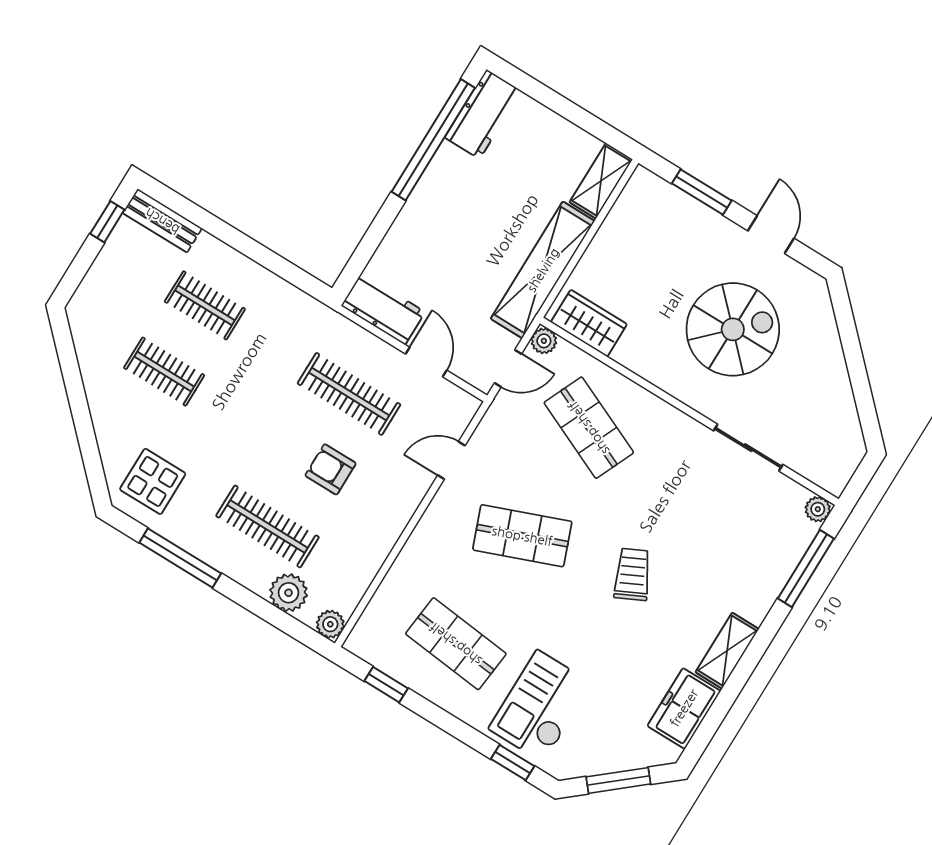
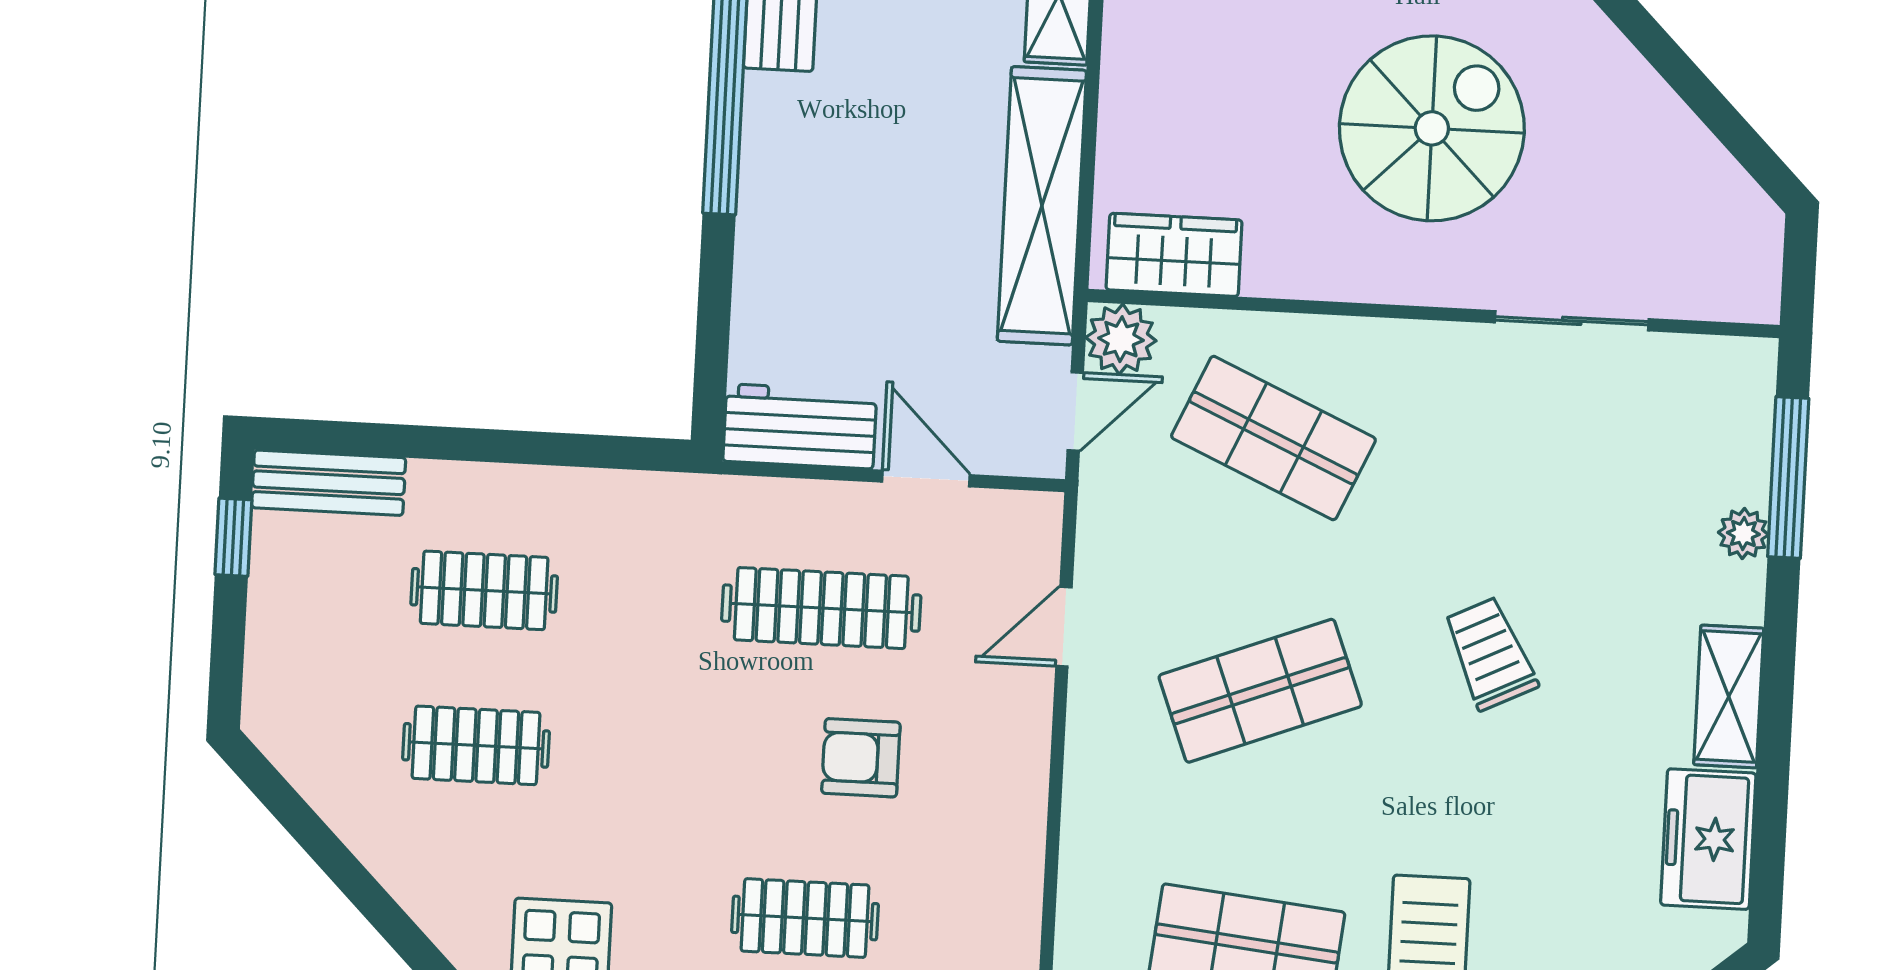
plant: (544, 341) -> (1121, 339), width x1.38, depth x1.38
plant: (818, 509) -> (1743, 533), moved
clothes rail: (267, 526) -> (805, 918), width x0.73

